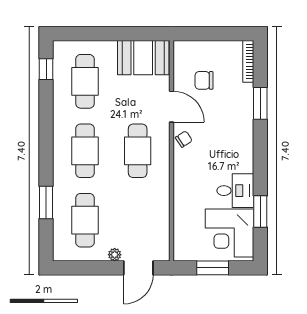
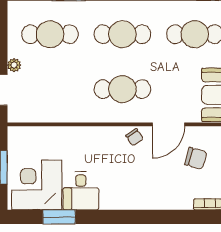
chair: (204, 80) -> (196, 158), turned 106
window: (260, 103) -> (172, 217), removed

